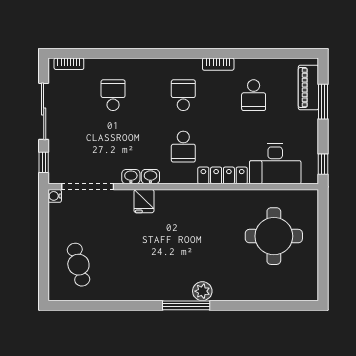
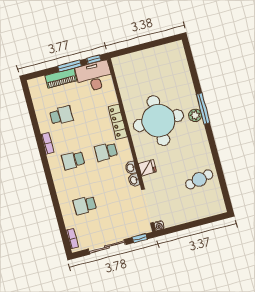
piano: (308, 88) -> (61, 78), moved
window: (323, 102) -> (70, 66), moved
school desk: (183, 147) -> (106, 152), turned 180
desk: (275, 164) -> (94, 76), moved, turned -90
round table: (274, 236) -> (158, 121), moved, width x1.36, depth x1.36
cafe table: (78, 265) -> (199, 179), moved
window: (186, 305) -> (203, 109), moved

